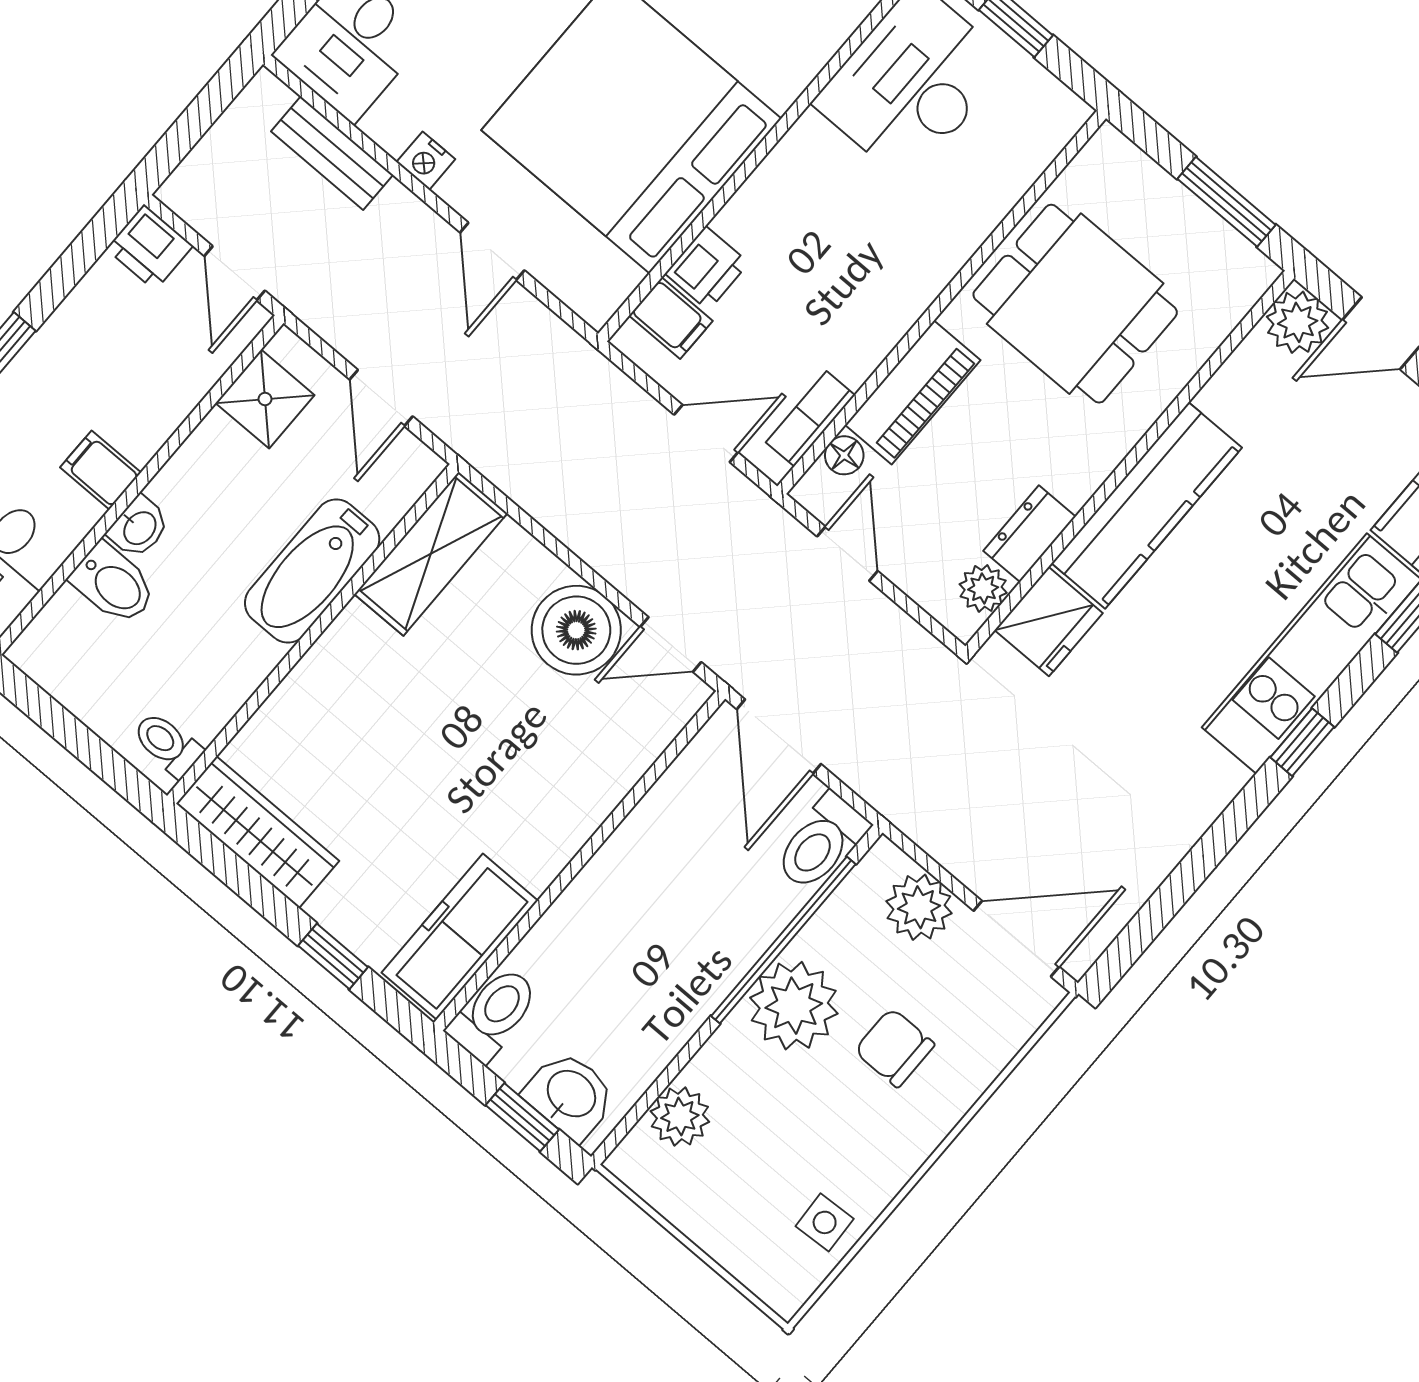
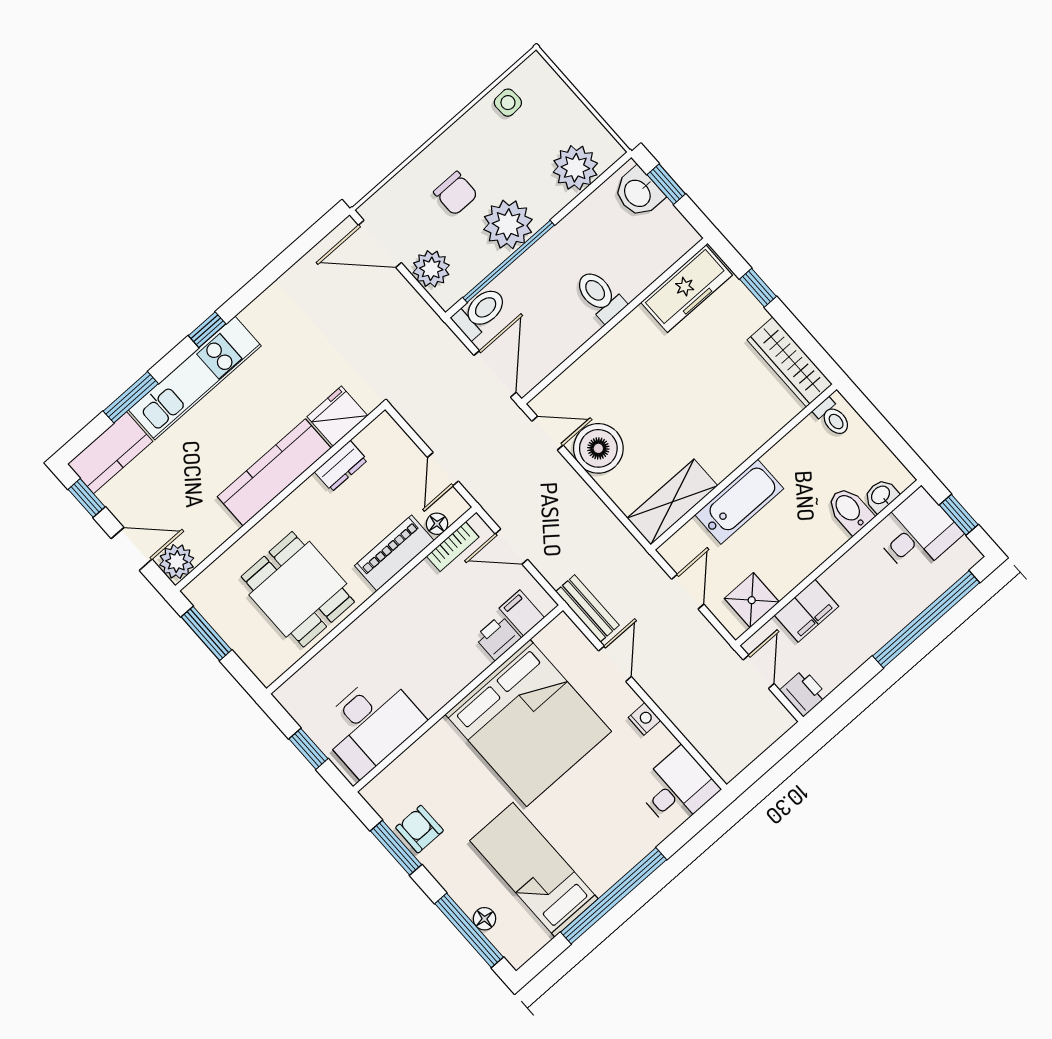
bench: (332, 153) -> (587, 608), moved
filing cabinet: (101, 470) -> (806, 611), moved, width x2.00
washbasin: (139, 527) -> (881, 495), moved
plant: (983, 588) -> (371, 439), removed
toilet: (494, 1014) -> (600, 296), moved, turned 90
plant: (680, 1117) -> (575, 168), width x1.36, depth x1.36

